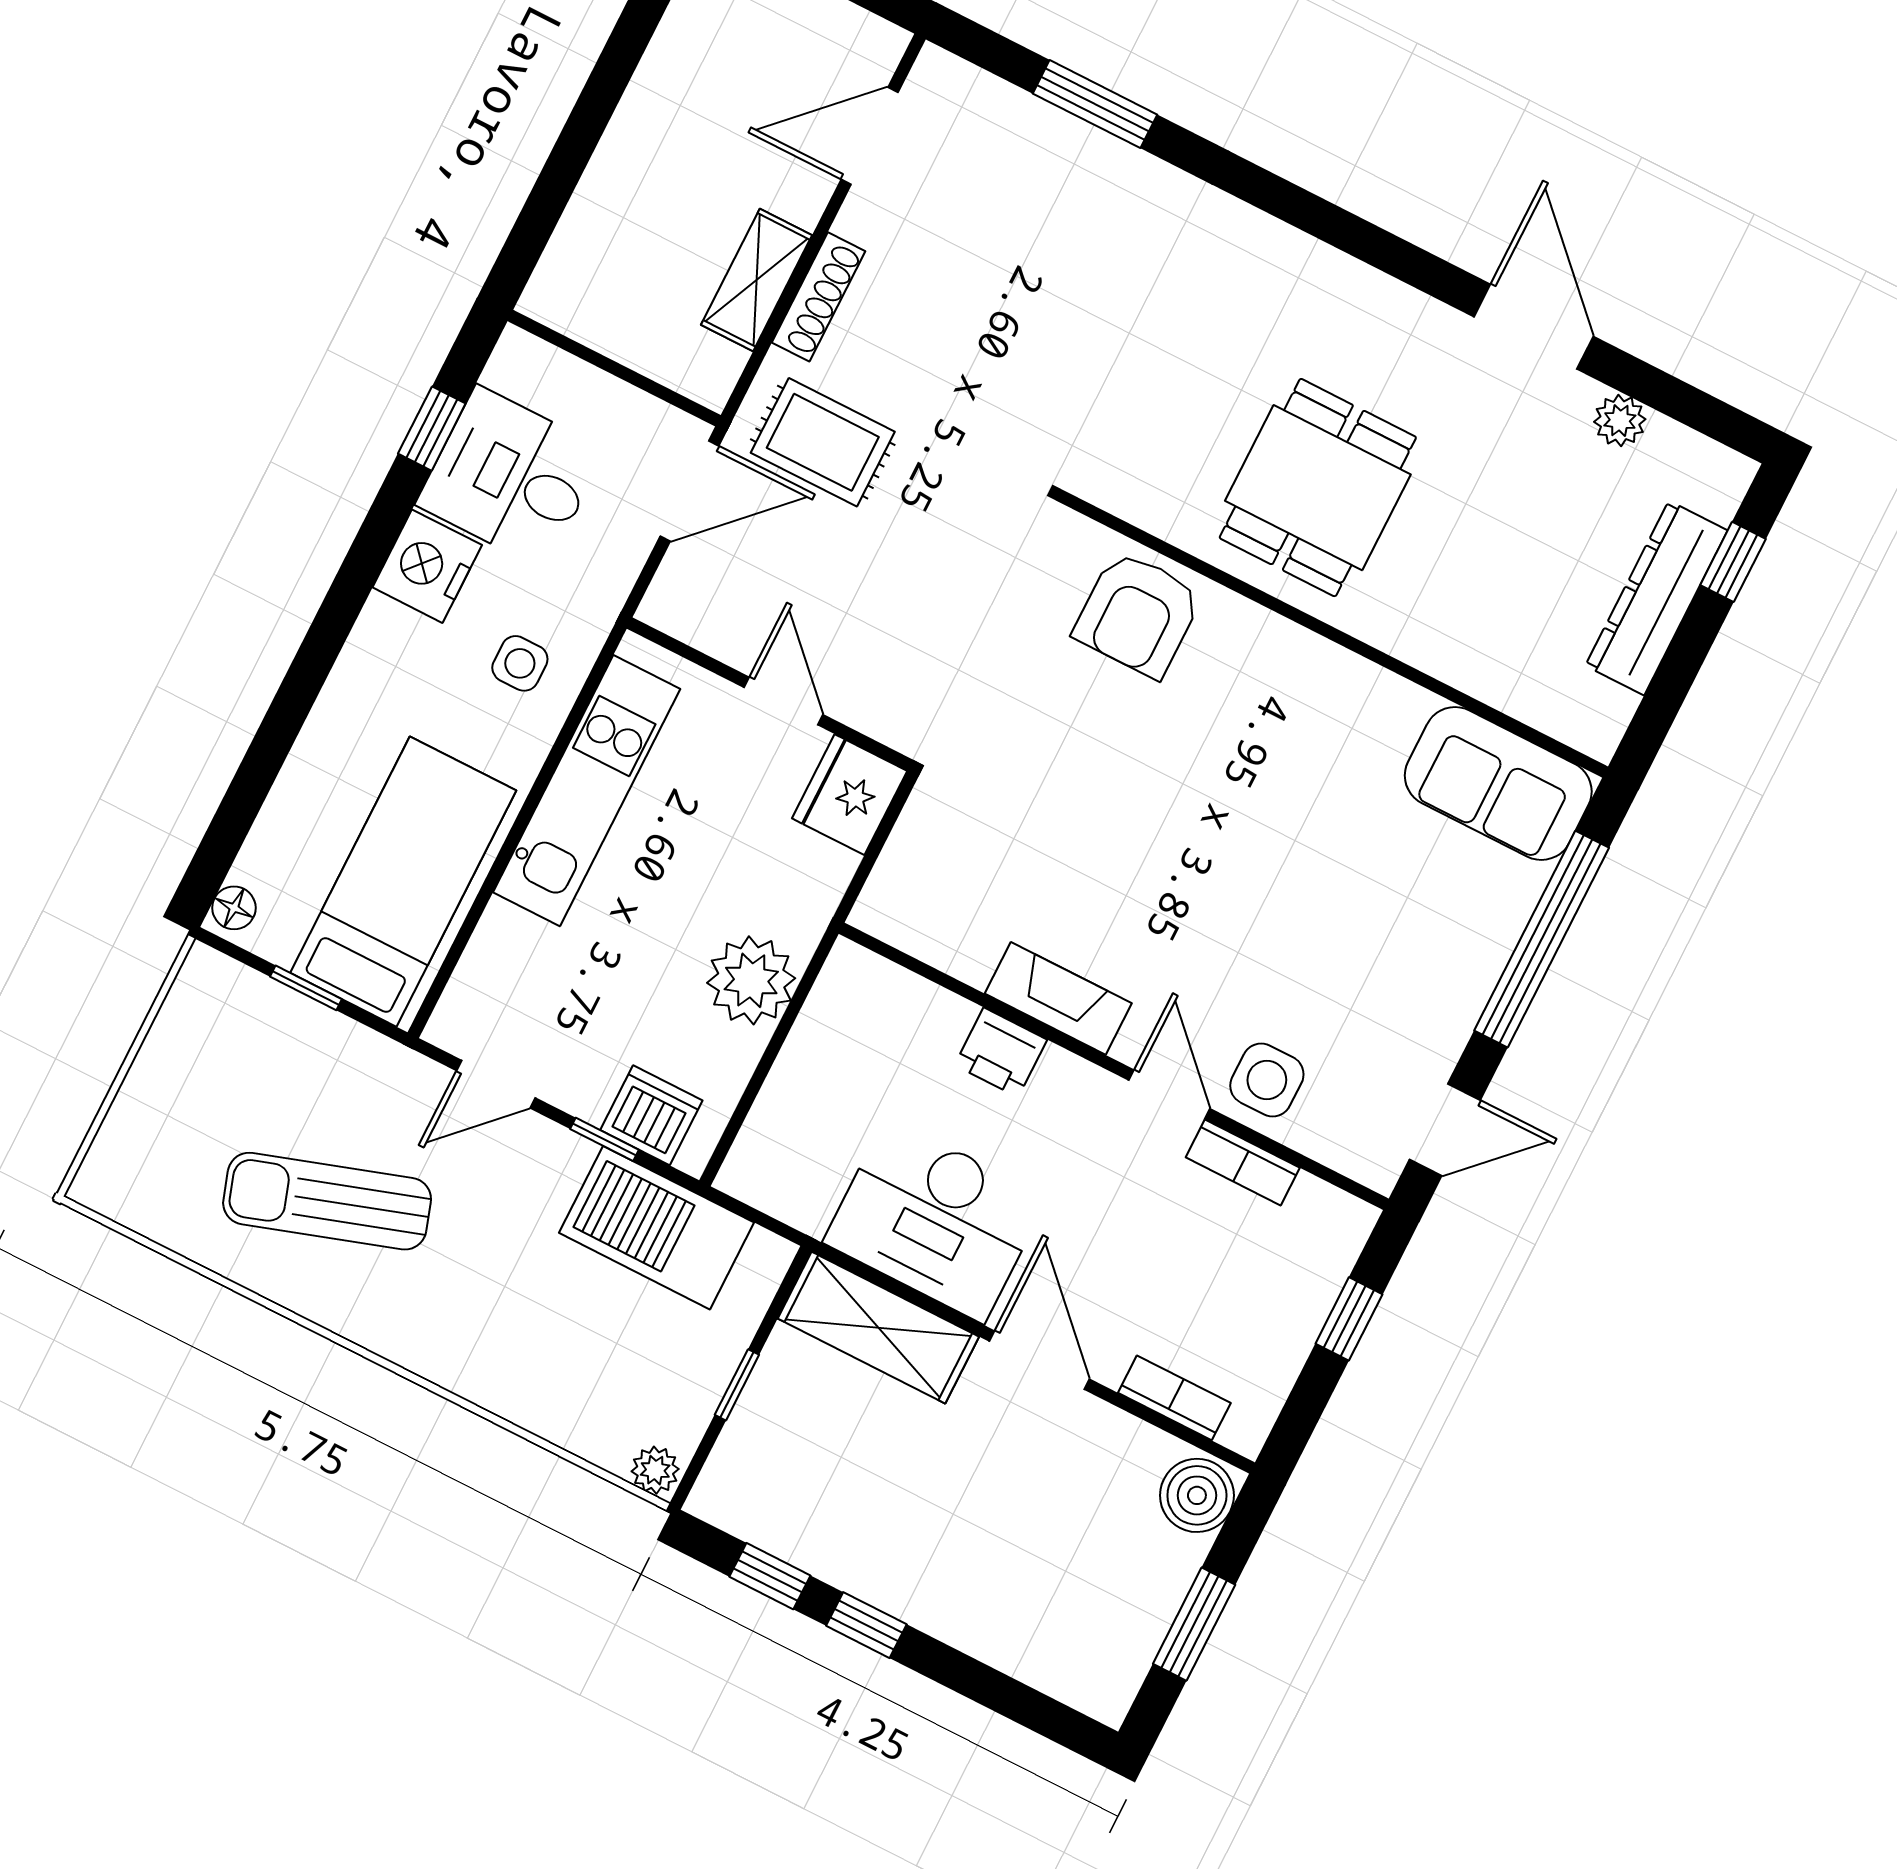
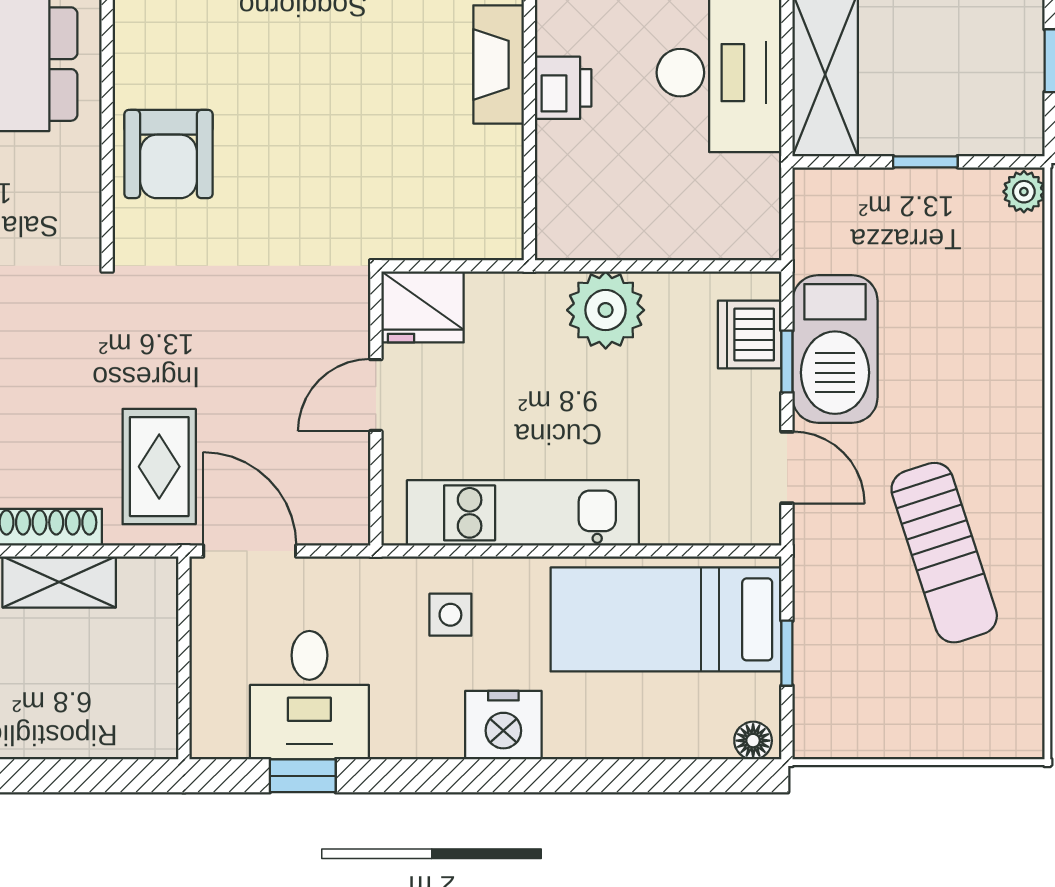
nightstand: (427, 566) -> (503, 725), moved
armchair: (1138, 614) -> (169, 154), turned 90
barbecue: (657, 1228) -> (835, 349), moved

